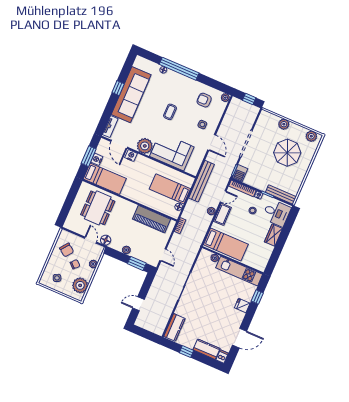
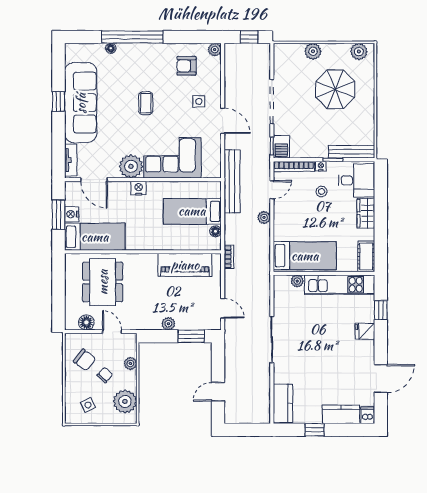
nightstand: (131, 156) -> (139, 188), moved
cot: (222, 214) -> (366, 256), moved
floor lamp: (106, 240) -> (86, 322), moved

